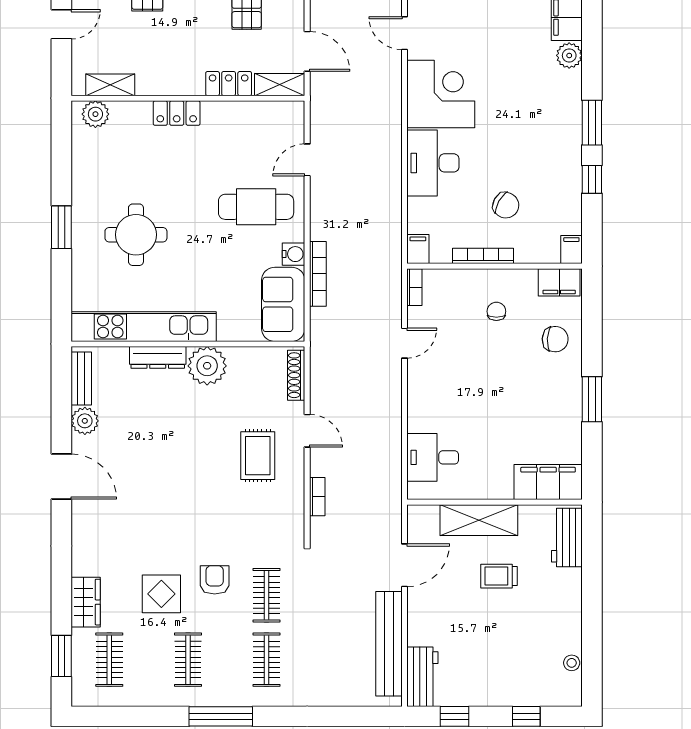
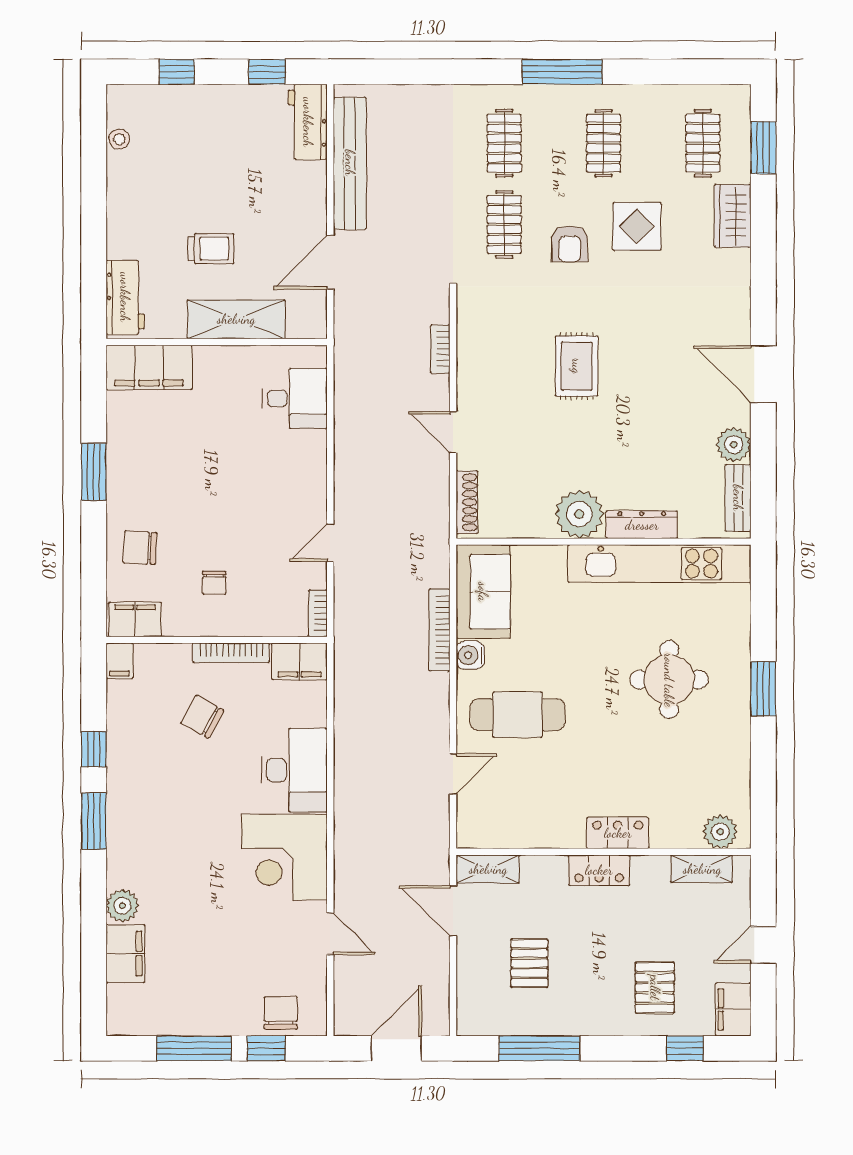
locker: (229, 84) -> (599, 870), moved
filing cabinet: (418, 249) -> (299, 661), width x2.00
rug: (258, 456) -> (577, 366), moved

